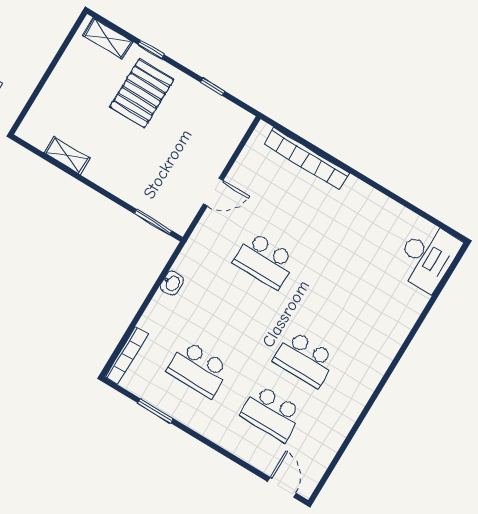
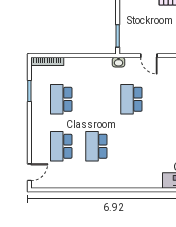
washbasin: (172, 283) -> (118, 62), moved

